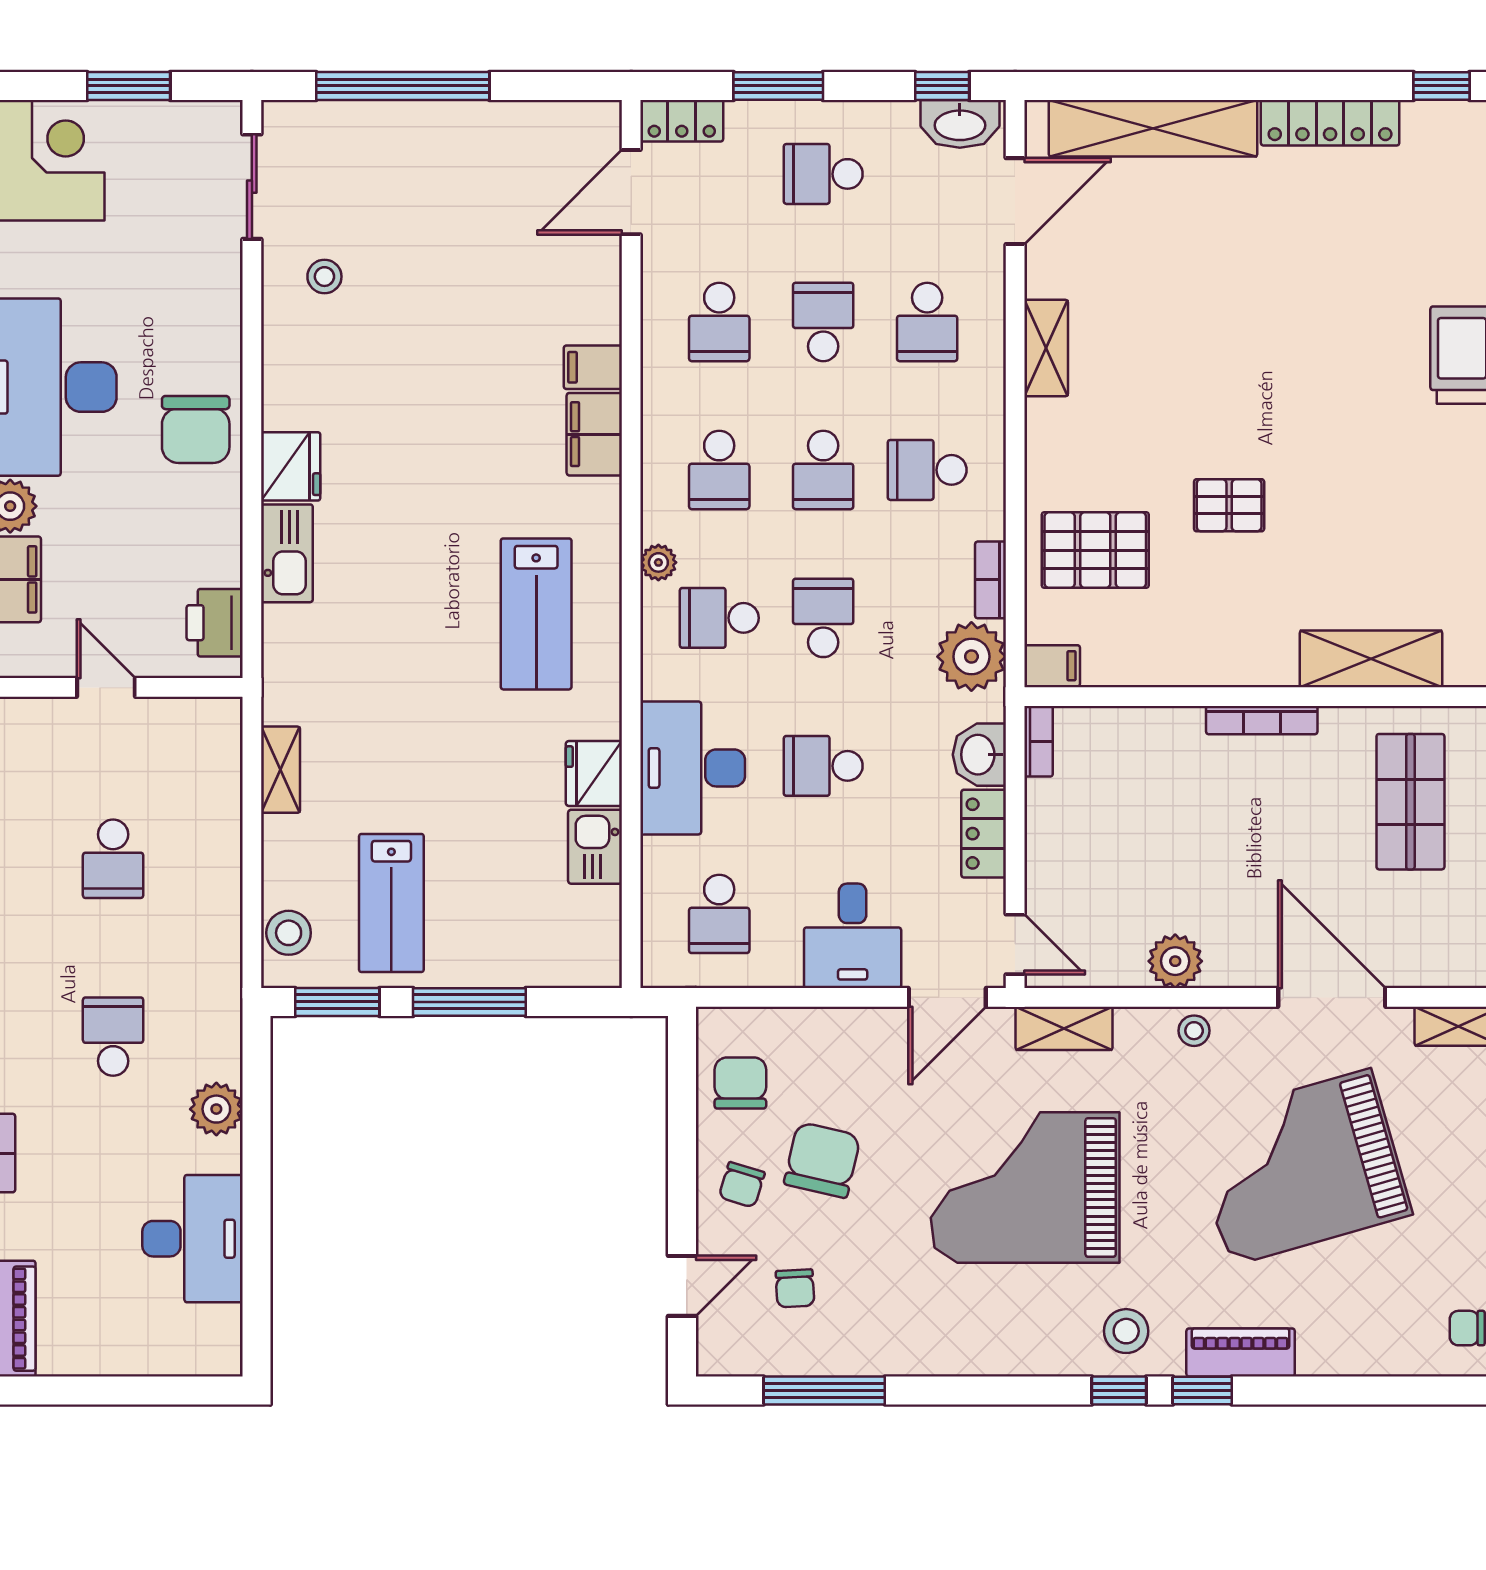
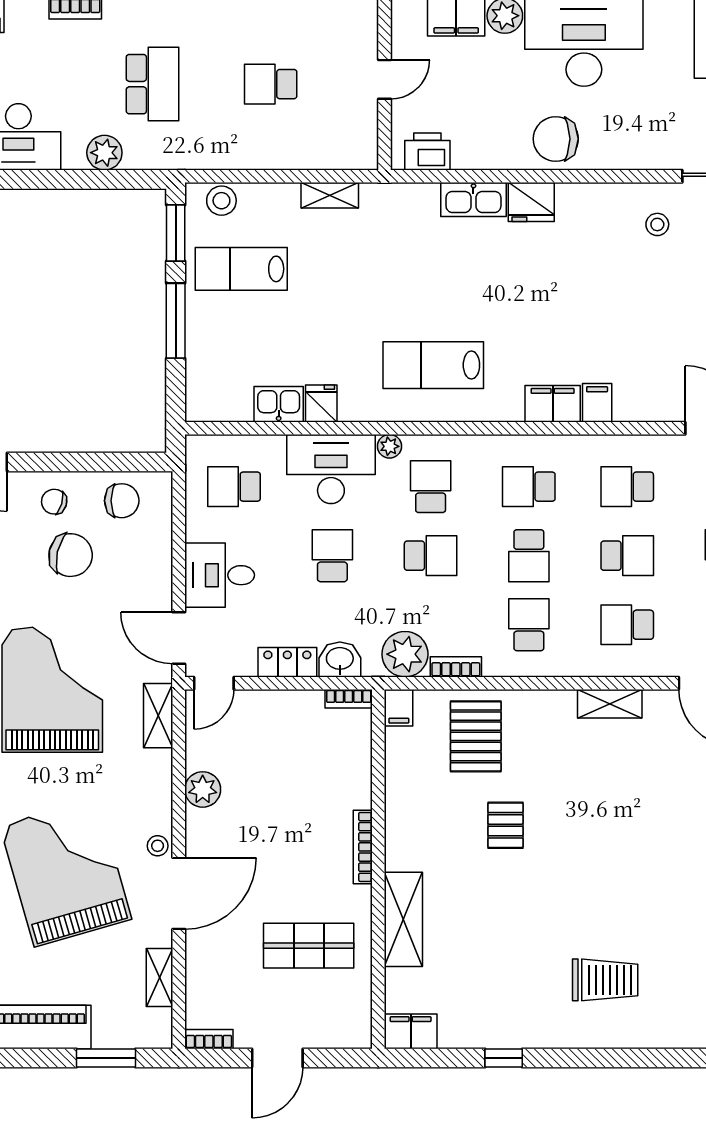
school desk: (823, 470) -> (529, 556), turned -90
plant: (658, 562) -> (389, 446), moved
fridge: (594, 773) -> (321, 403), width x0.72
stool: (1194, 1031) -> (158, 846), moved
school desk: (113, 1037) -> (153, 84), width x1.85

